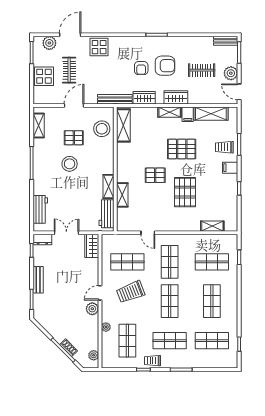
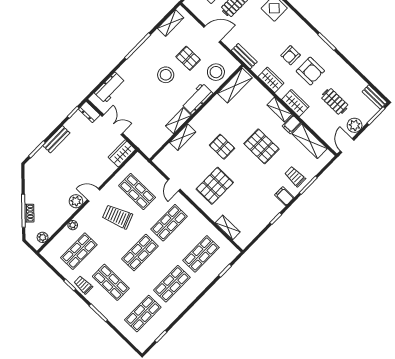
bench: (115, 99) -> (244, 56), width x0.73
pallet: (185, 192) -> (215, 186), moved
workbench: (107, 214) -> (197, 99), moved
shop shelf: (212, 262) -> (201, 254), turned 90
shop shelf: (212, 341) -> (143, 314), turned 90

